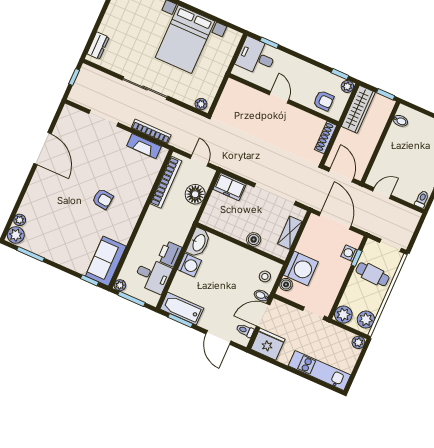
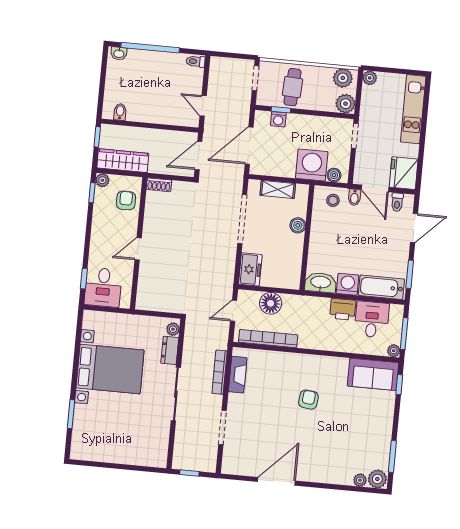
dresser: (98, 46) -> (170, 350), moved, turned -90
shoe rack: (326, 137) -> (159, 185), width x0.70
bathtub: (182, 309) -> (381, 287), moved, turned 90

